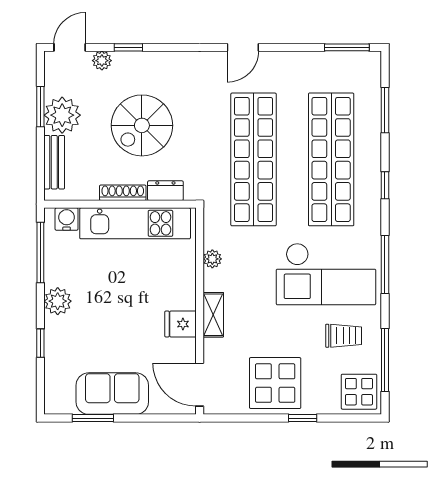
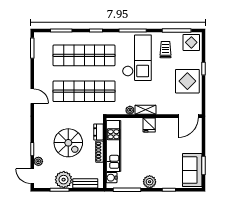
shelving: (213, 315) -> (145, 110), moved
fridge: (180, 324) -> (149, 125), moved
sofa: (112, 394) -> (192, 170), moved

